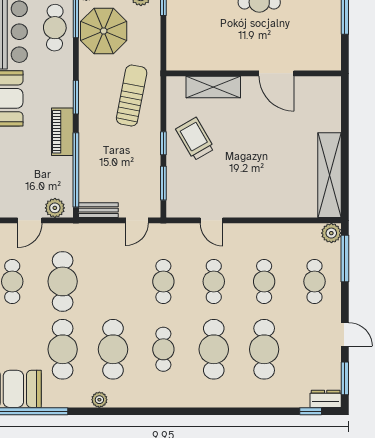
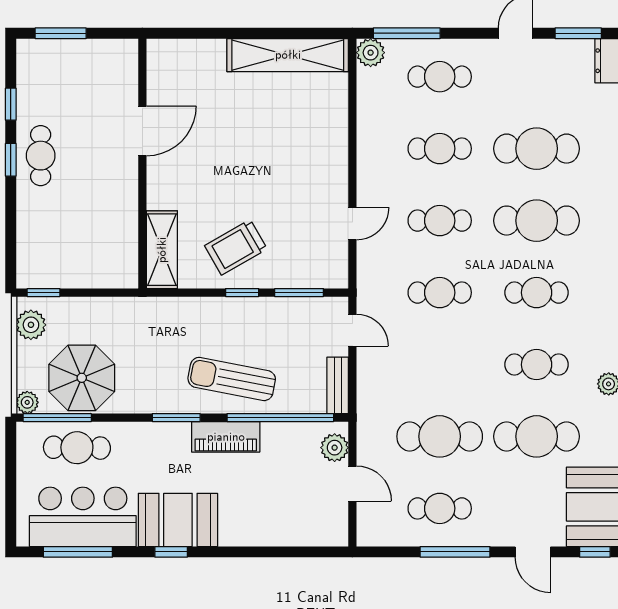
shelving: (213, 87) -> (162, 250), moved
sun lounger: (132, 96) -> (232, 379), moved
cafe table: (113, 349) -> (537, 365), width x0.73, depth x0.74

